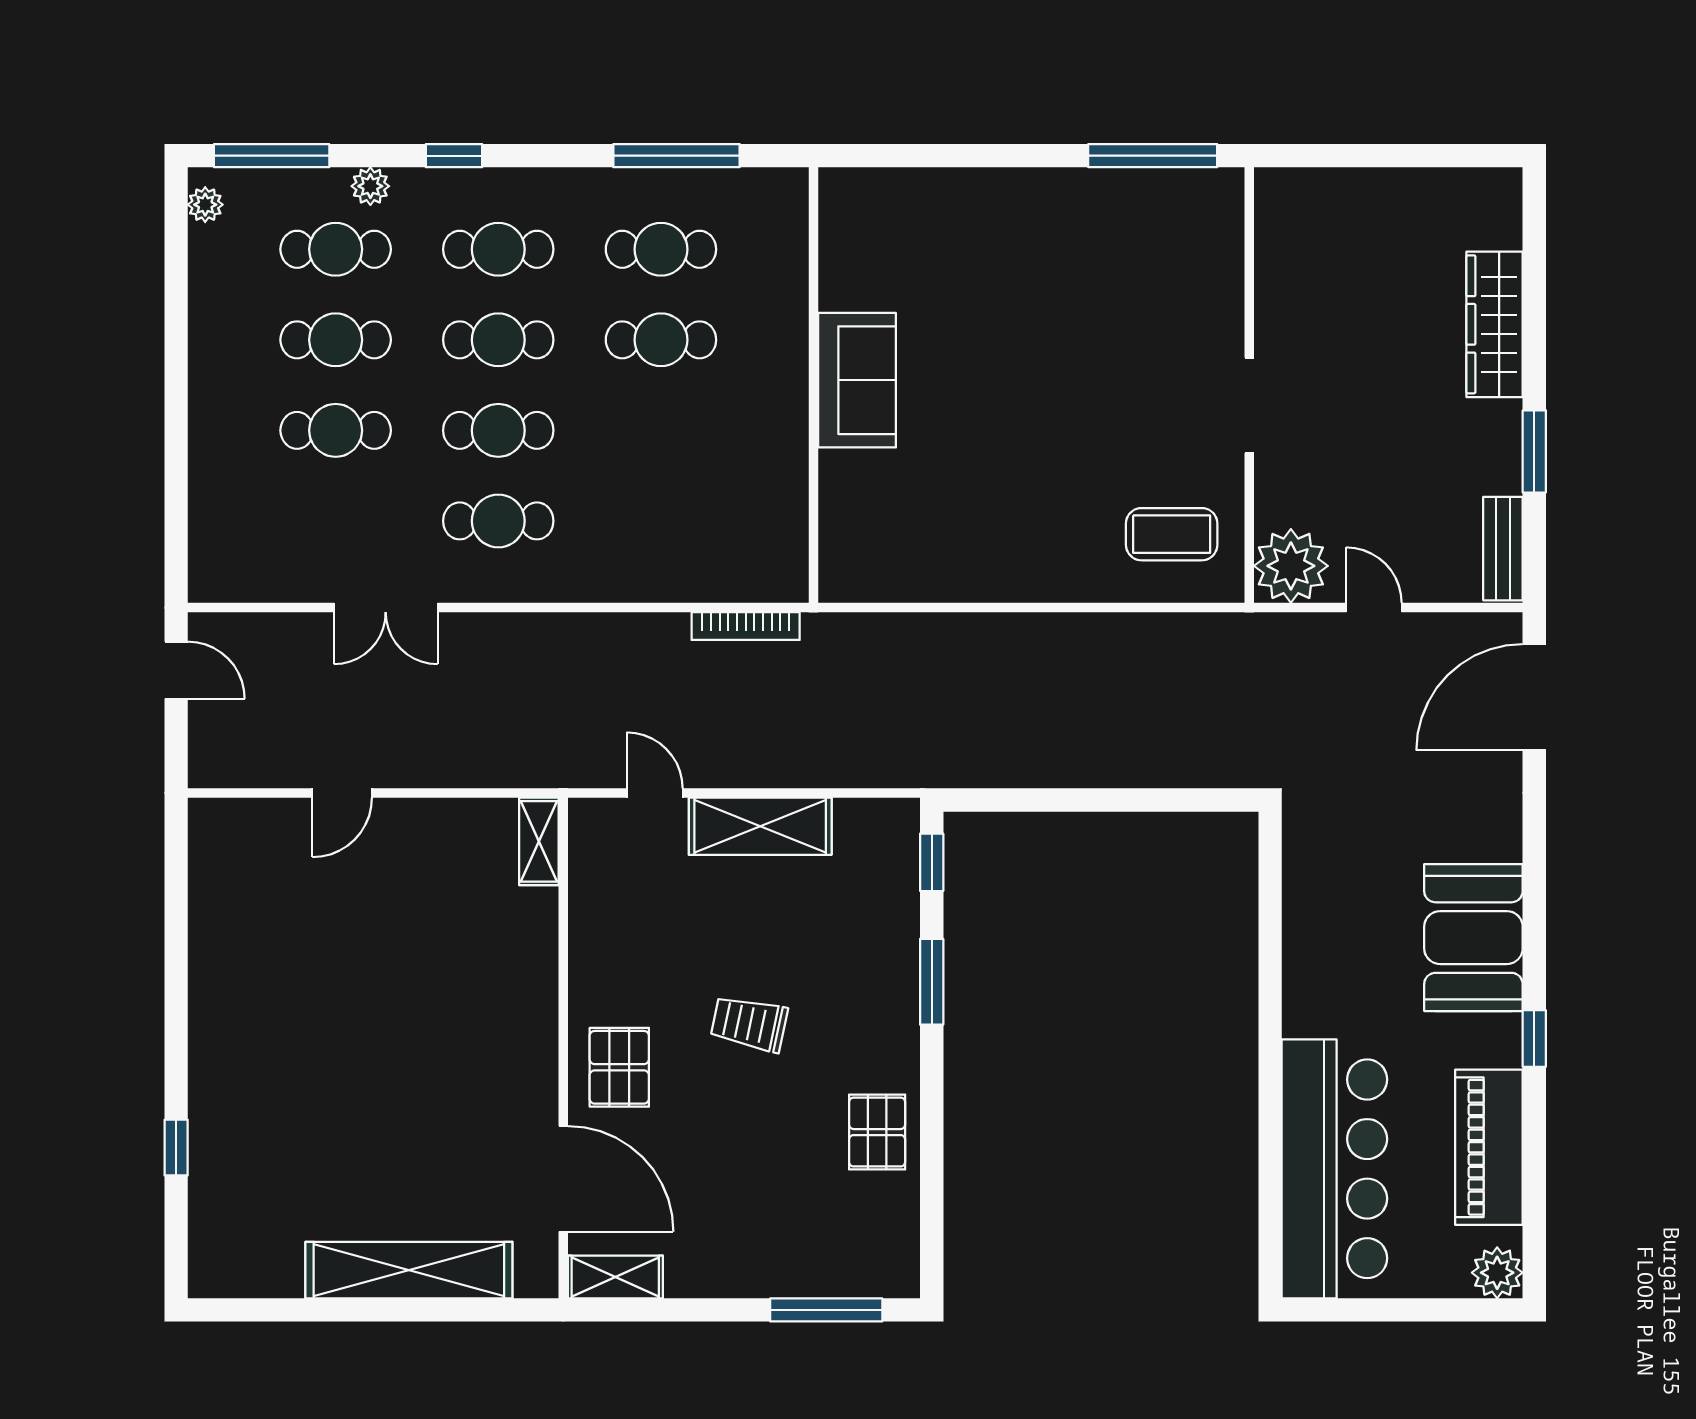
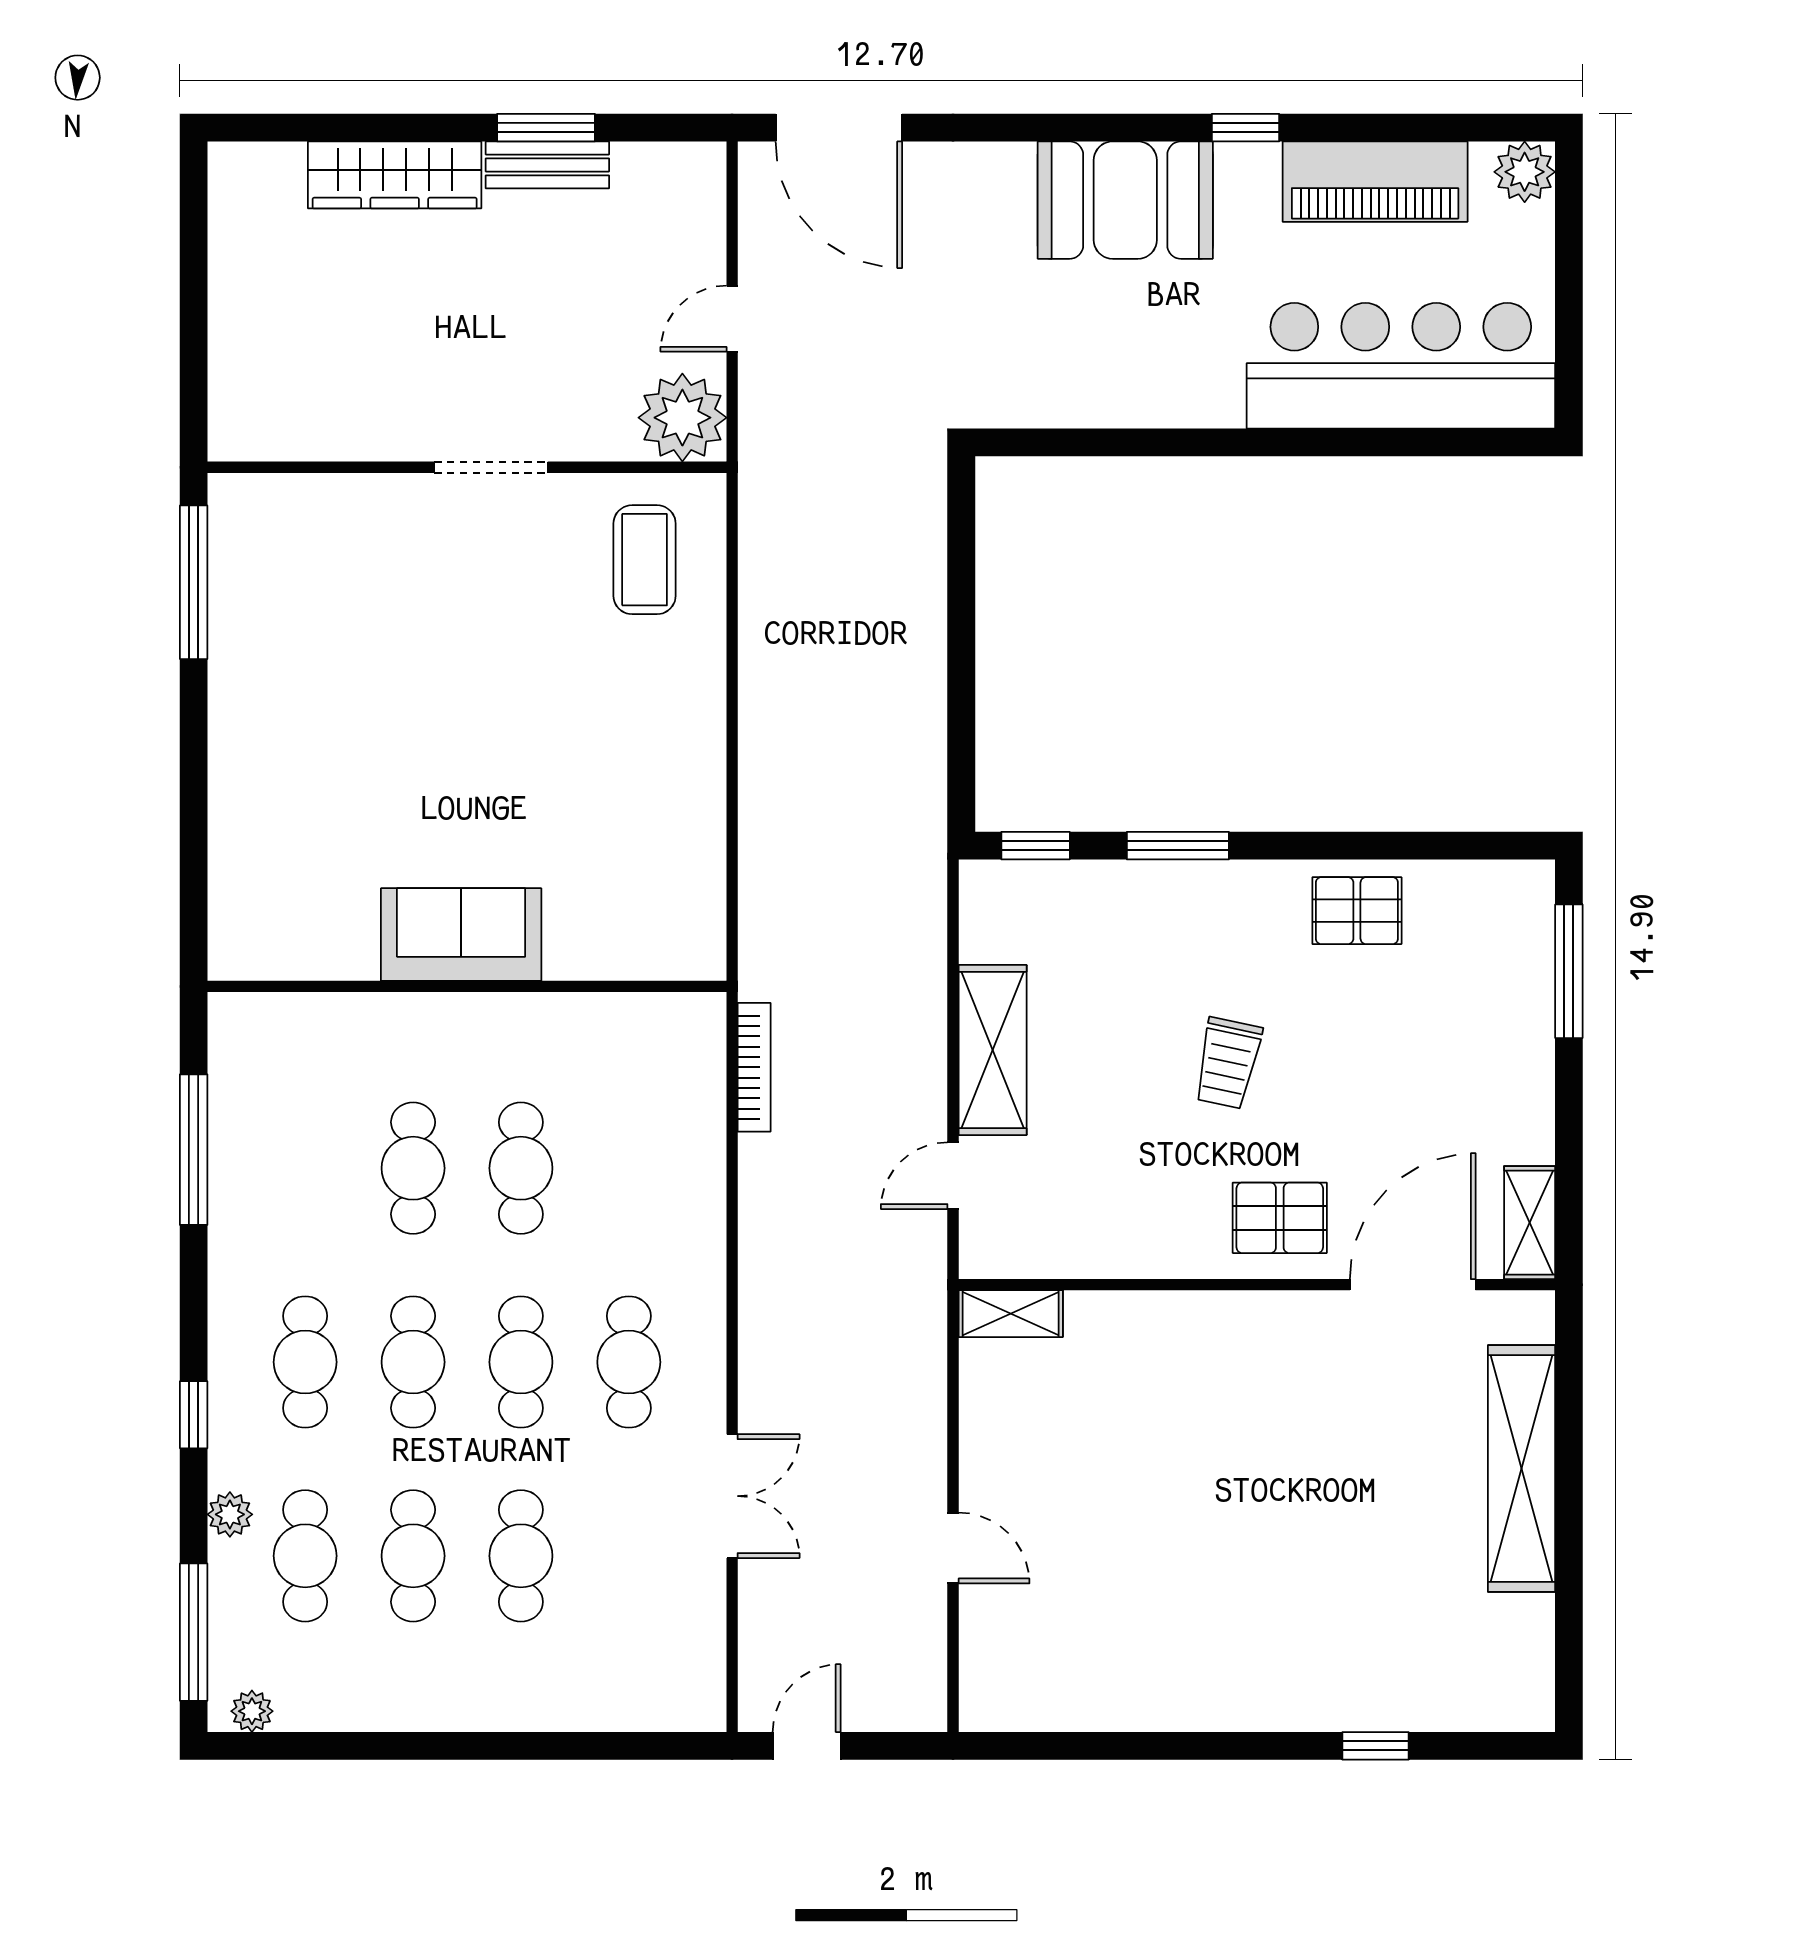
cafe table: (661, 249) -> (521, 1168), moved
bench: (1503, 549) -> (547, 165), moved

